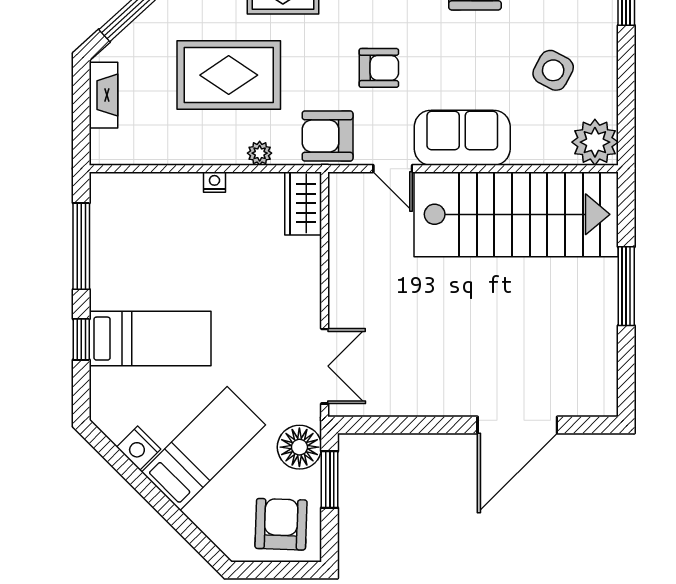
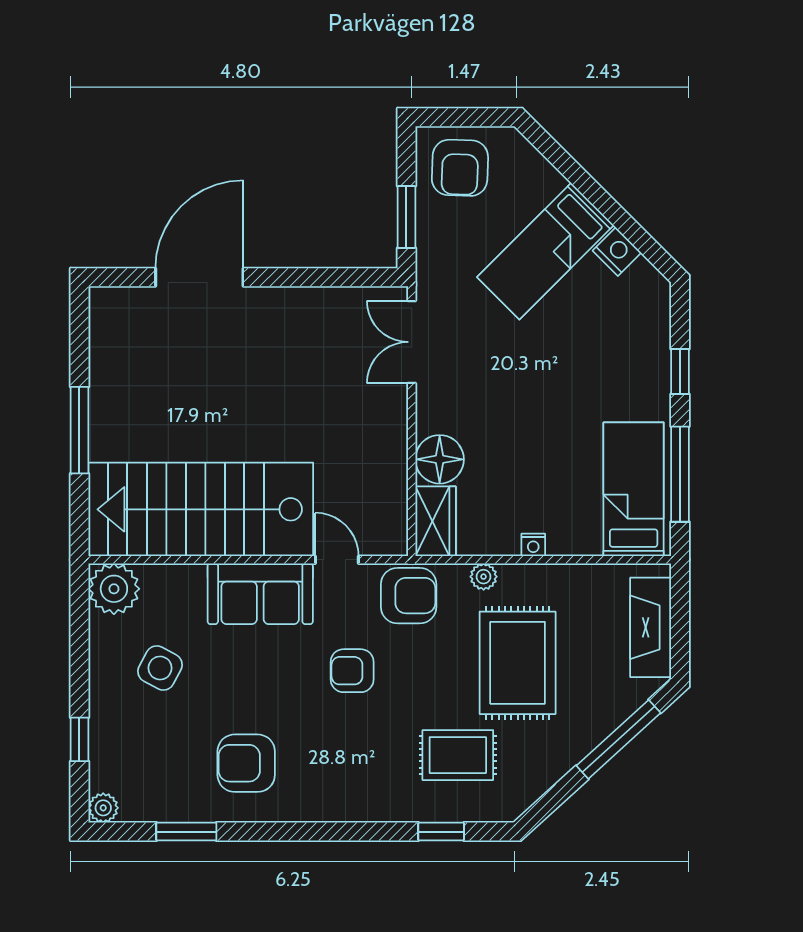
rug: (229, 75) -> (518, 663), turned 90
fireplace: (103, 95) -> (651, 627), width x1.37, depth x1.32
bed: (150, 339) -> (634, 489), moved, turned 90
floor lamp: (299, 447) -> (440, 459), moved

